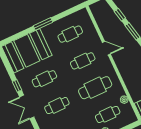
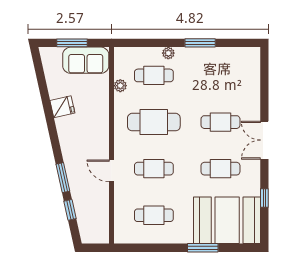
window: (43, 24) -> (203, 248), moved
window: (17, 86) -> (264, 198), moved
double door: (27, 107) -> (264, 140), swing flipped

